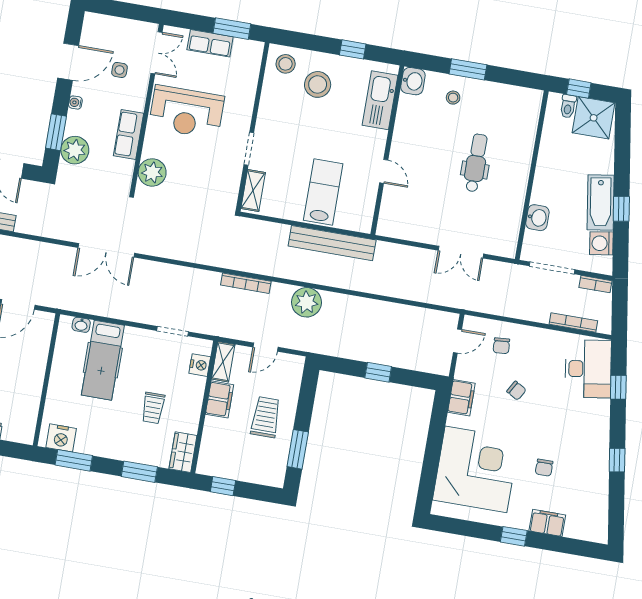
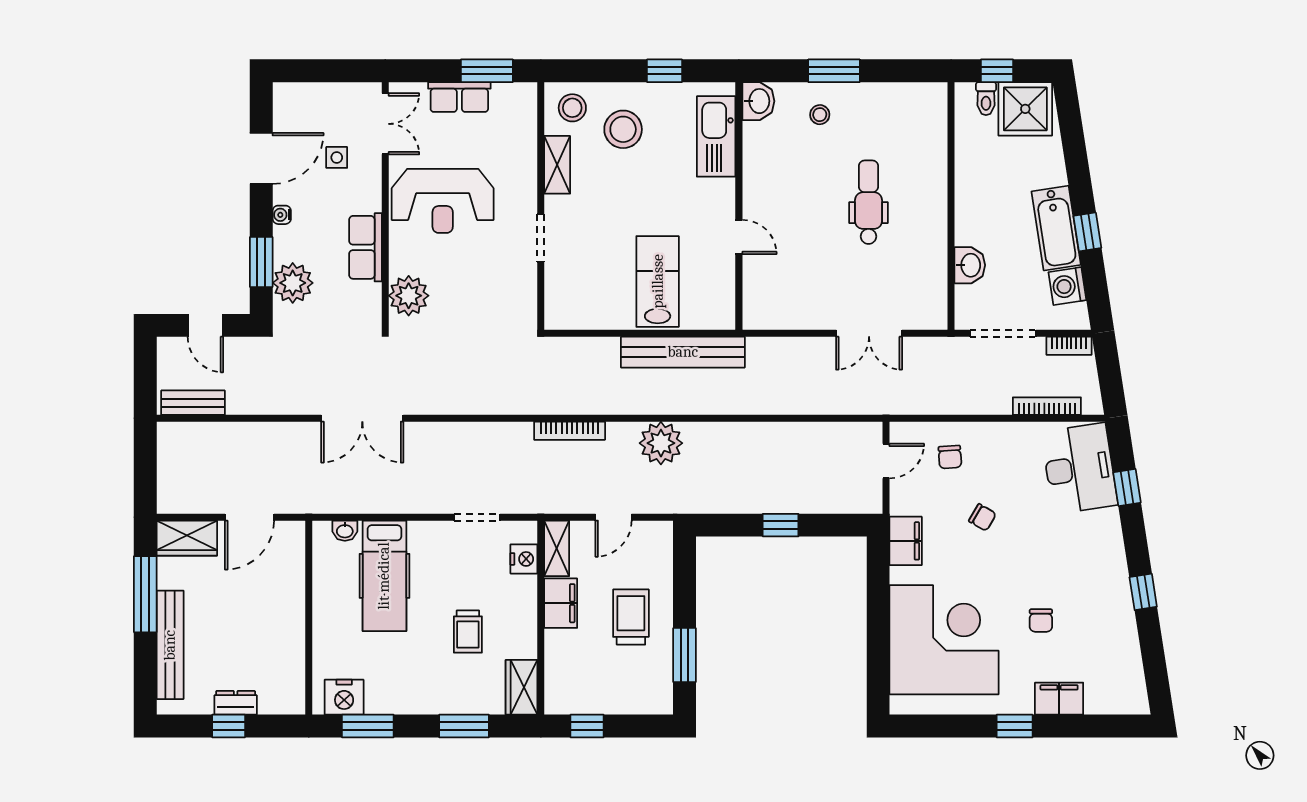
shelving: (253, 191) -> (557, 165), moved

